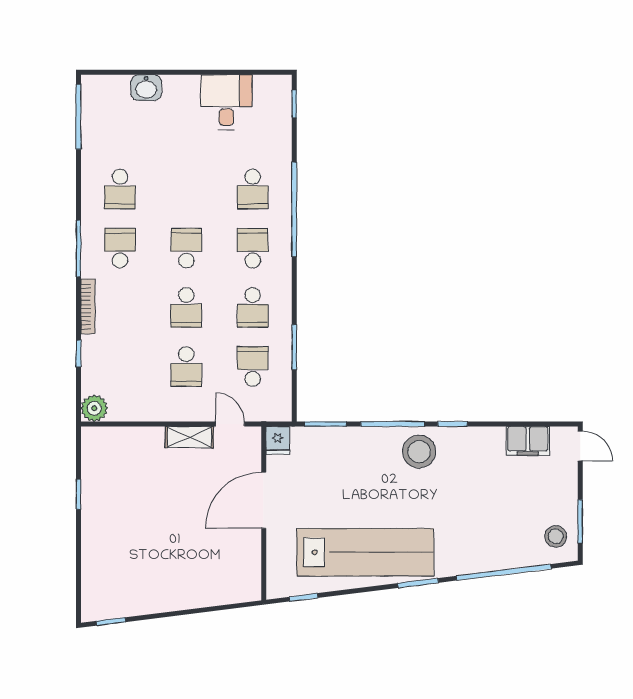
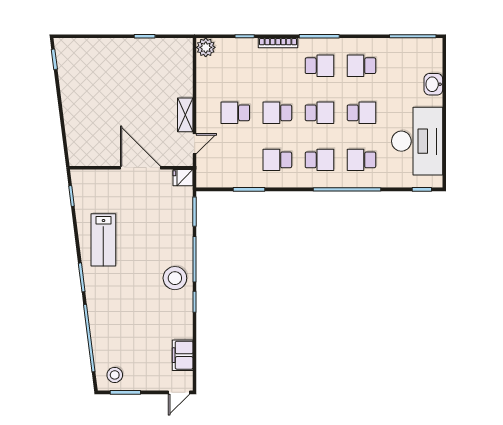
desk: (226, 102) -> (417, 141), width x1.87, depth x1.30
school desk: (253, 367) -> (361, 113), moved
lab bench: (365, 552) -> (103, 240), width x0.54, depth x0.72

